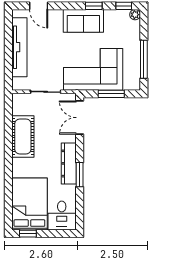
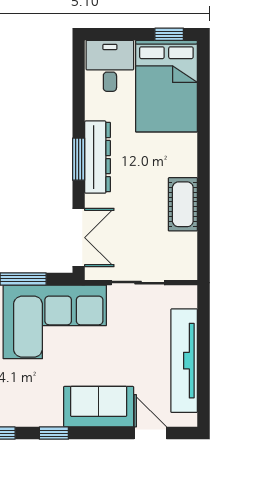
sofa: (83, 21) -> (99, 407), moved
cot: (23, 136) -> (183, 204), width x0.73, depth x0.75
window: (80, 175) -> (79, 159), moved

